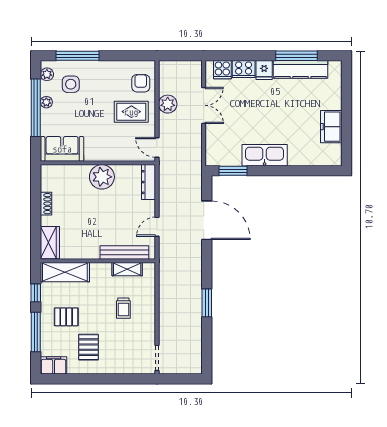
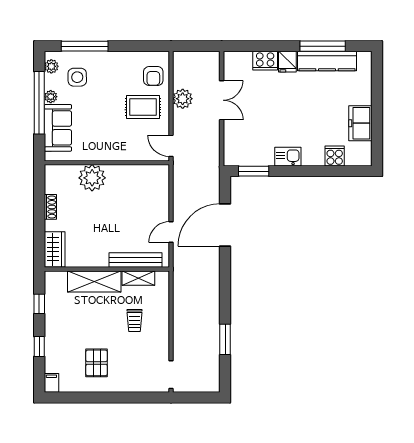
cooker: (222, 70) -> (335, 156), moved, turned 180
armchair: (141, 83) -> (153, 76), turned 180
sofa: (62, 149) -> (58, 128), moved, turned 90
kitchen sink: (265, 155) -> (288, 157), width x0.53, depth x0.81
plant: (102, 177) -> (92, 178), moved
dresser: (149, 182) -> (162, 183), removed
door: (207, 220) -> (225, 225), swing flipped
shelving: (65, 272) -> (94, 281), moved
window: (207, 303) -> (225, 339), moved
pallet: (66, 317) -> (72, 330), removed
window: (36, 332) -> (39, 347), width x0.46
filing cabinet: (54, 365) -> (51, 383), width x0.50

